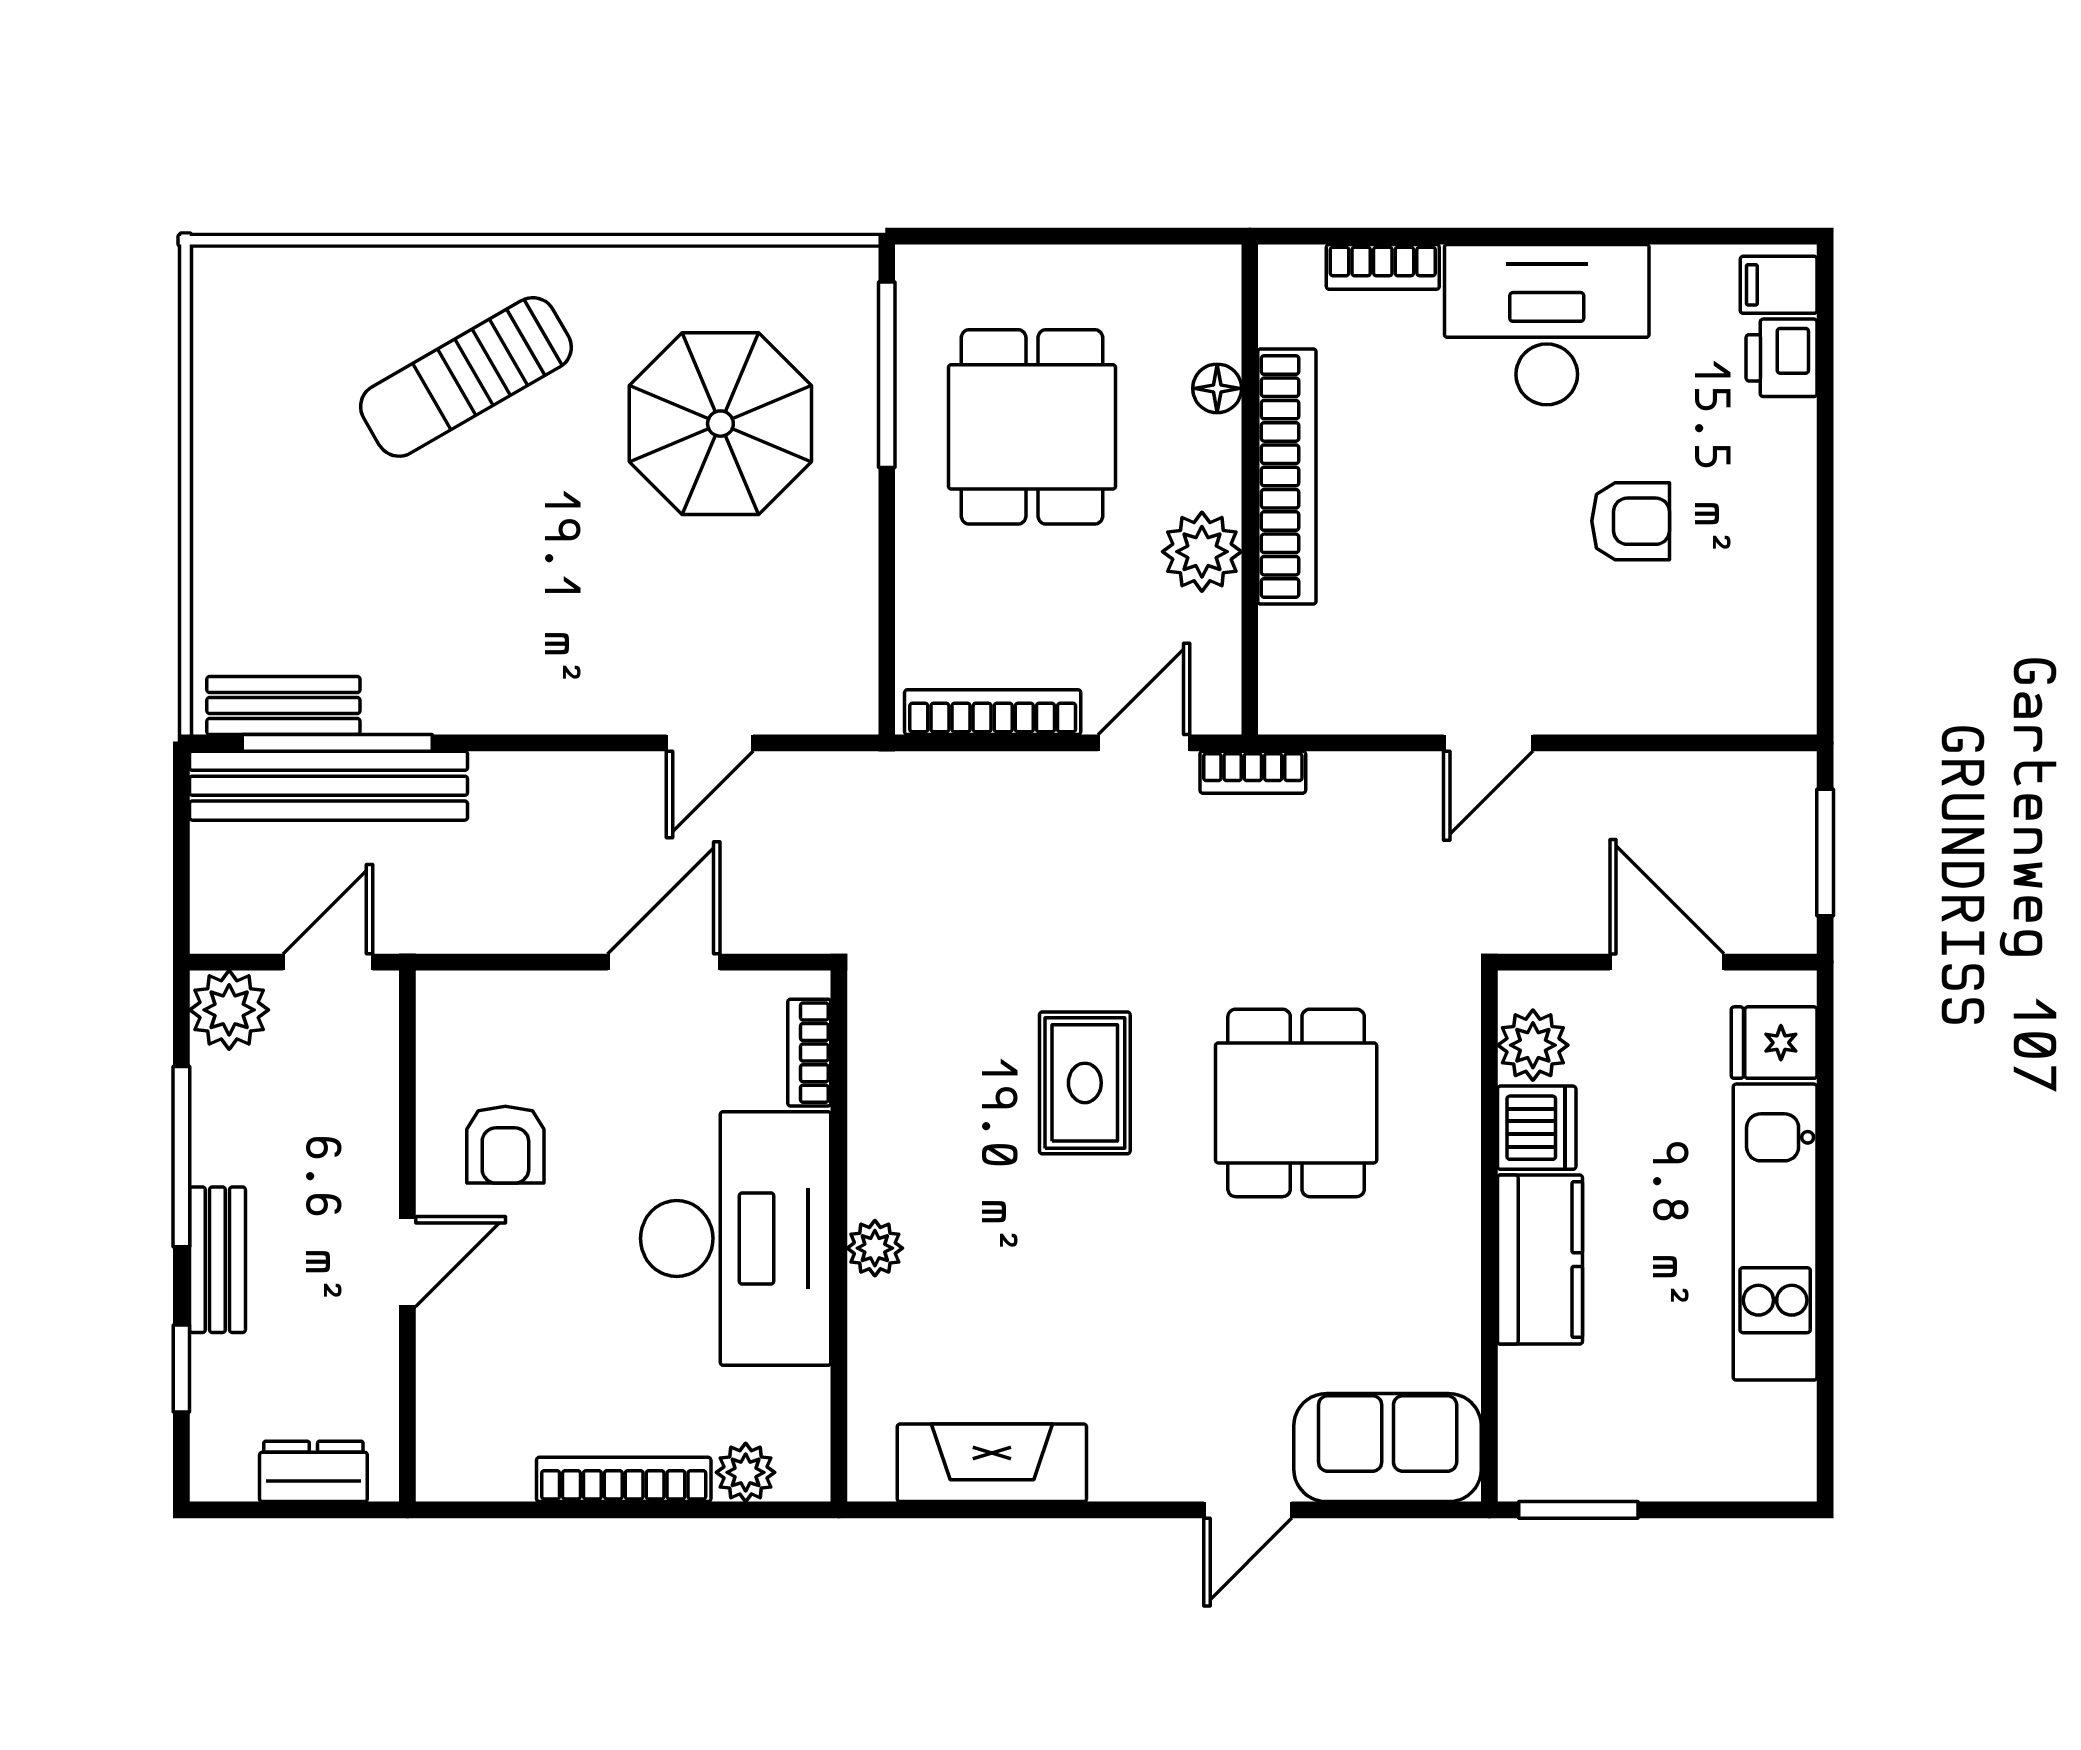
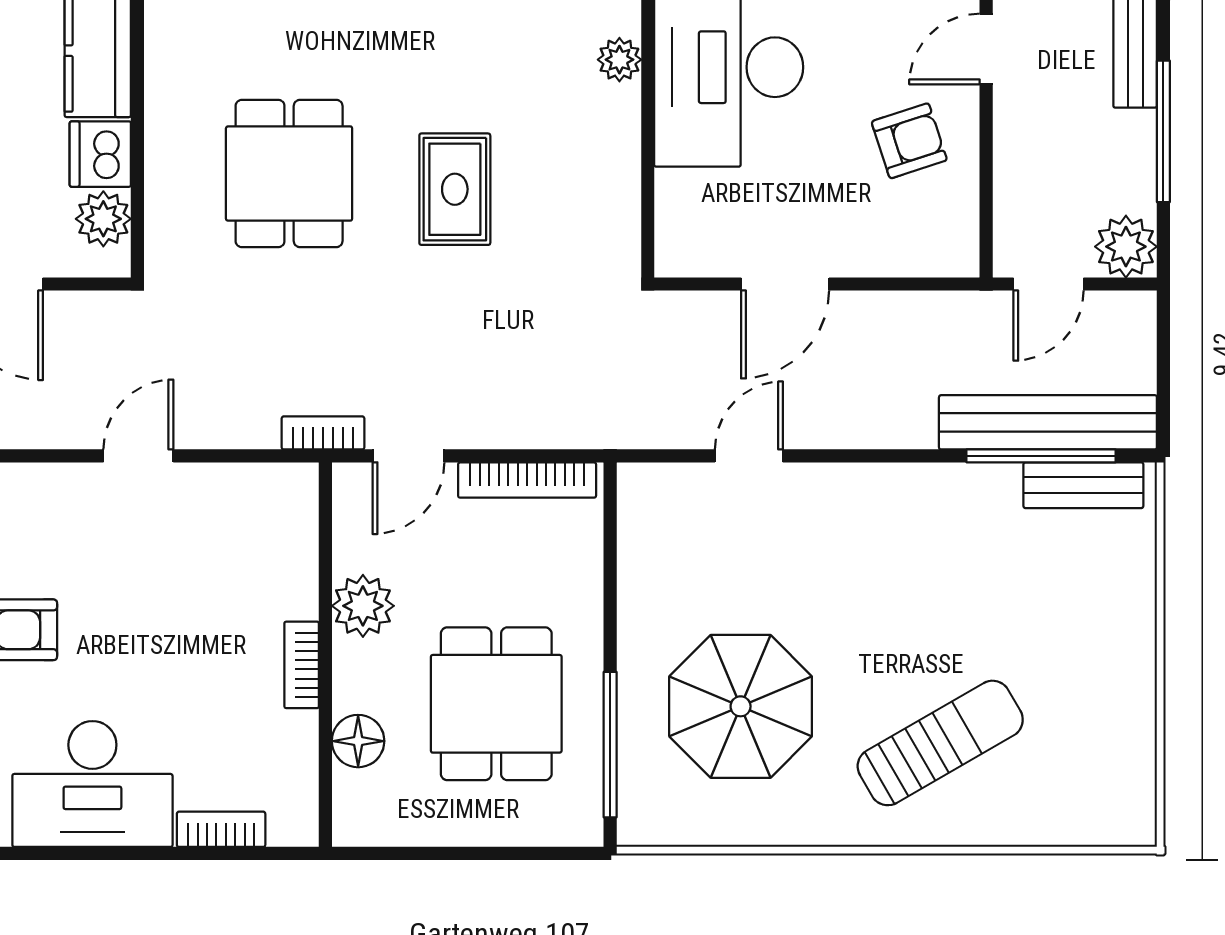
floor lamp: (1217, 388) -> (358, 741), width x1.37, depth x1.37
bookcase: (1287, 476) -> (302, 665), width x0.43, depth x0.76
bookcase: (809, 1053) -> (671, 213), removed
armchair: (505, 1145) -> (909, 141), turned 72

